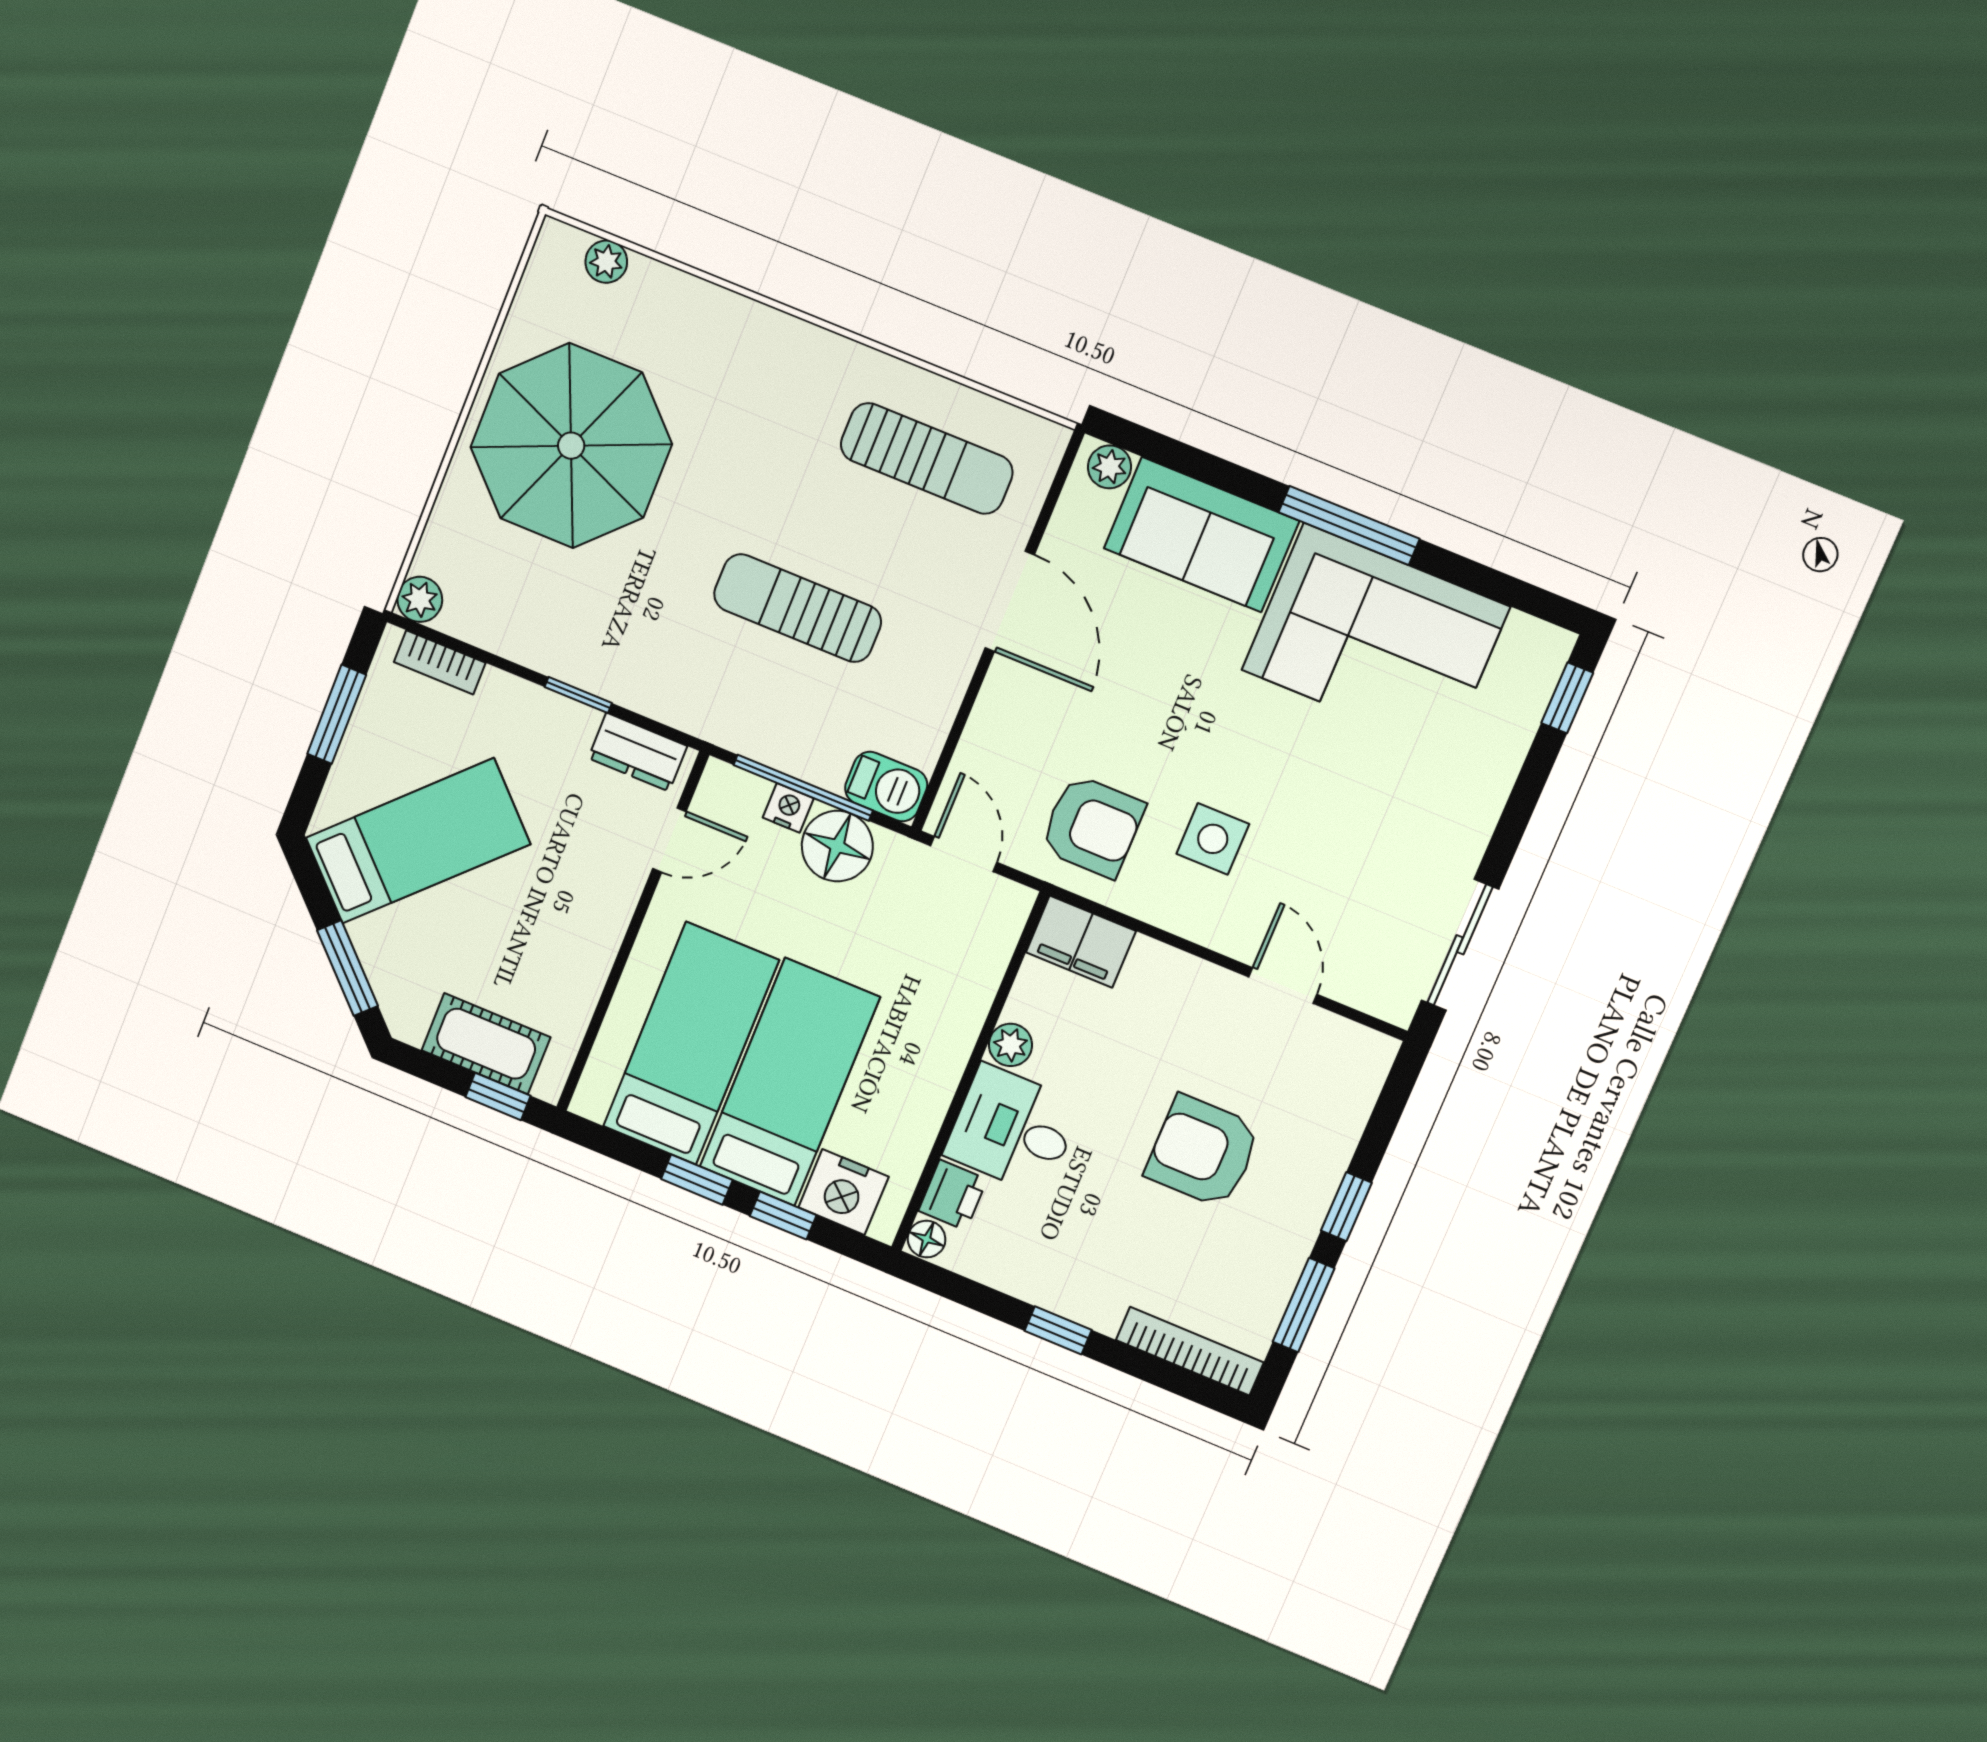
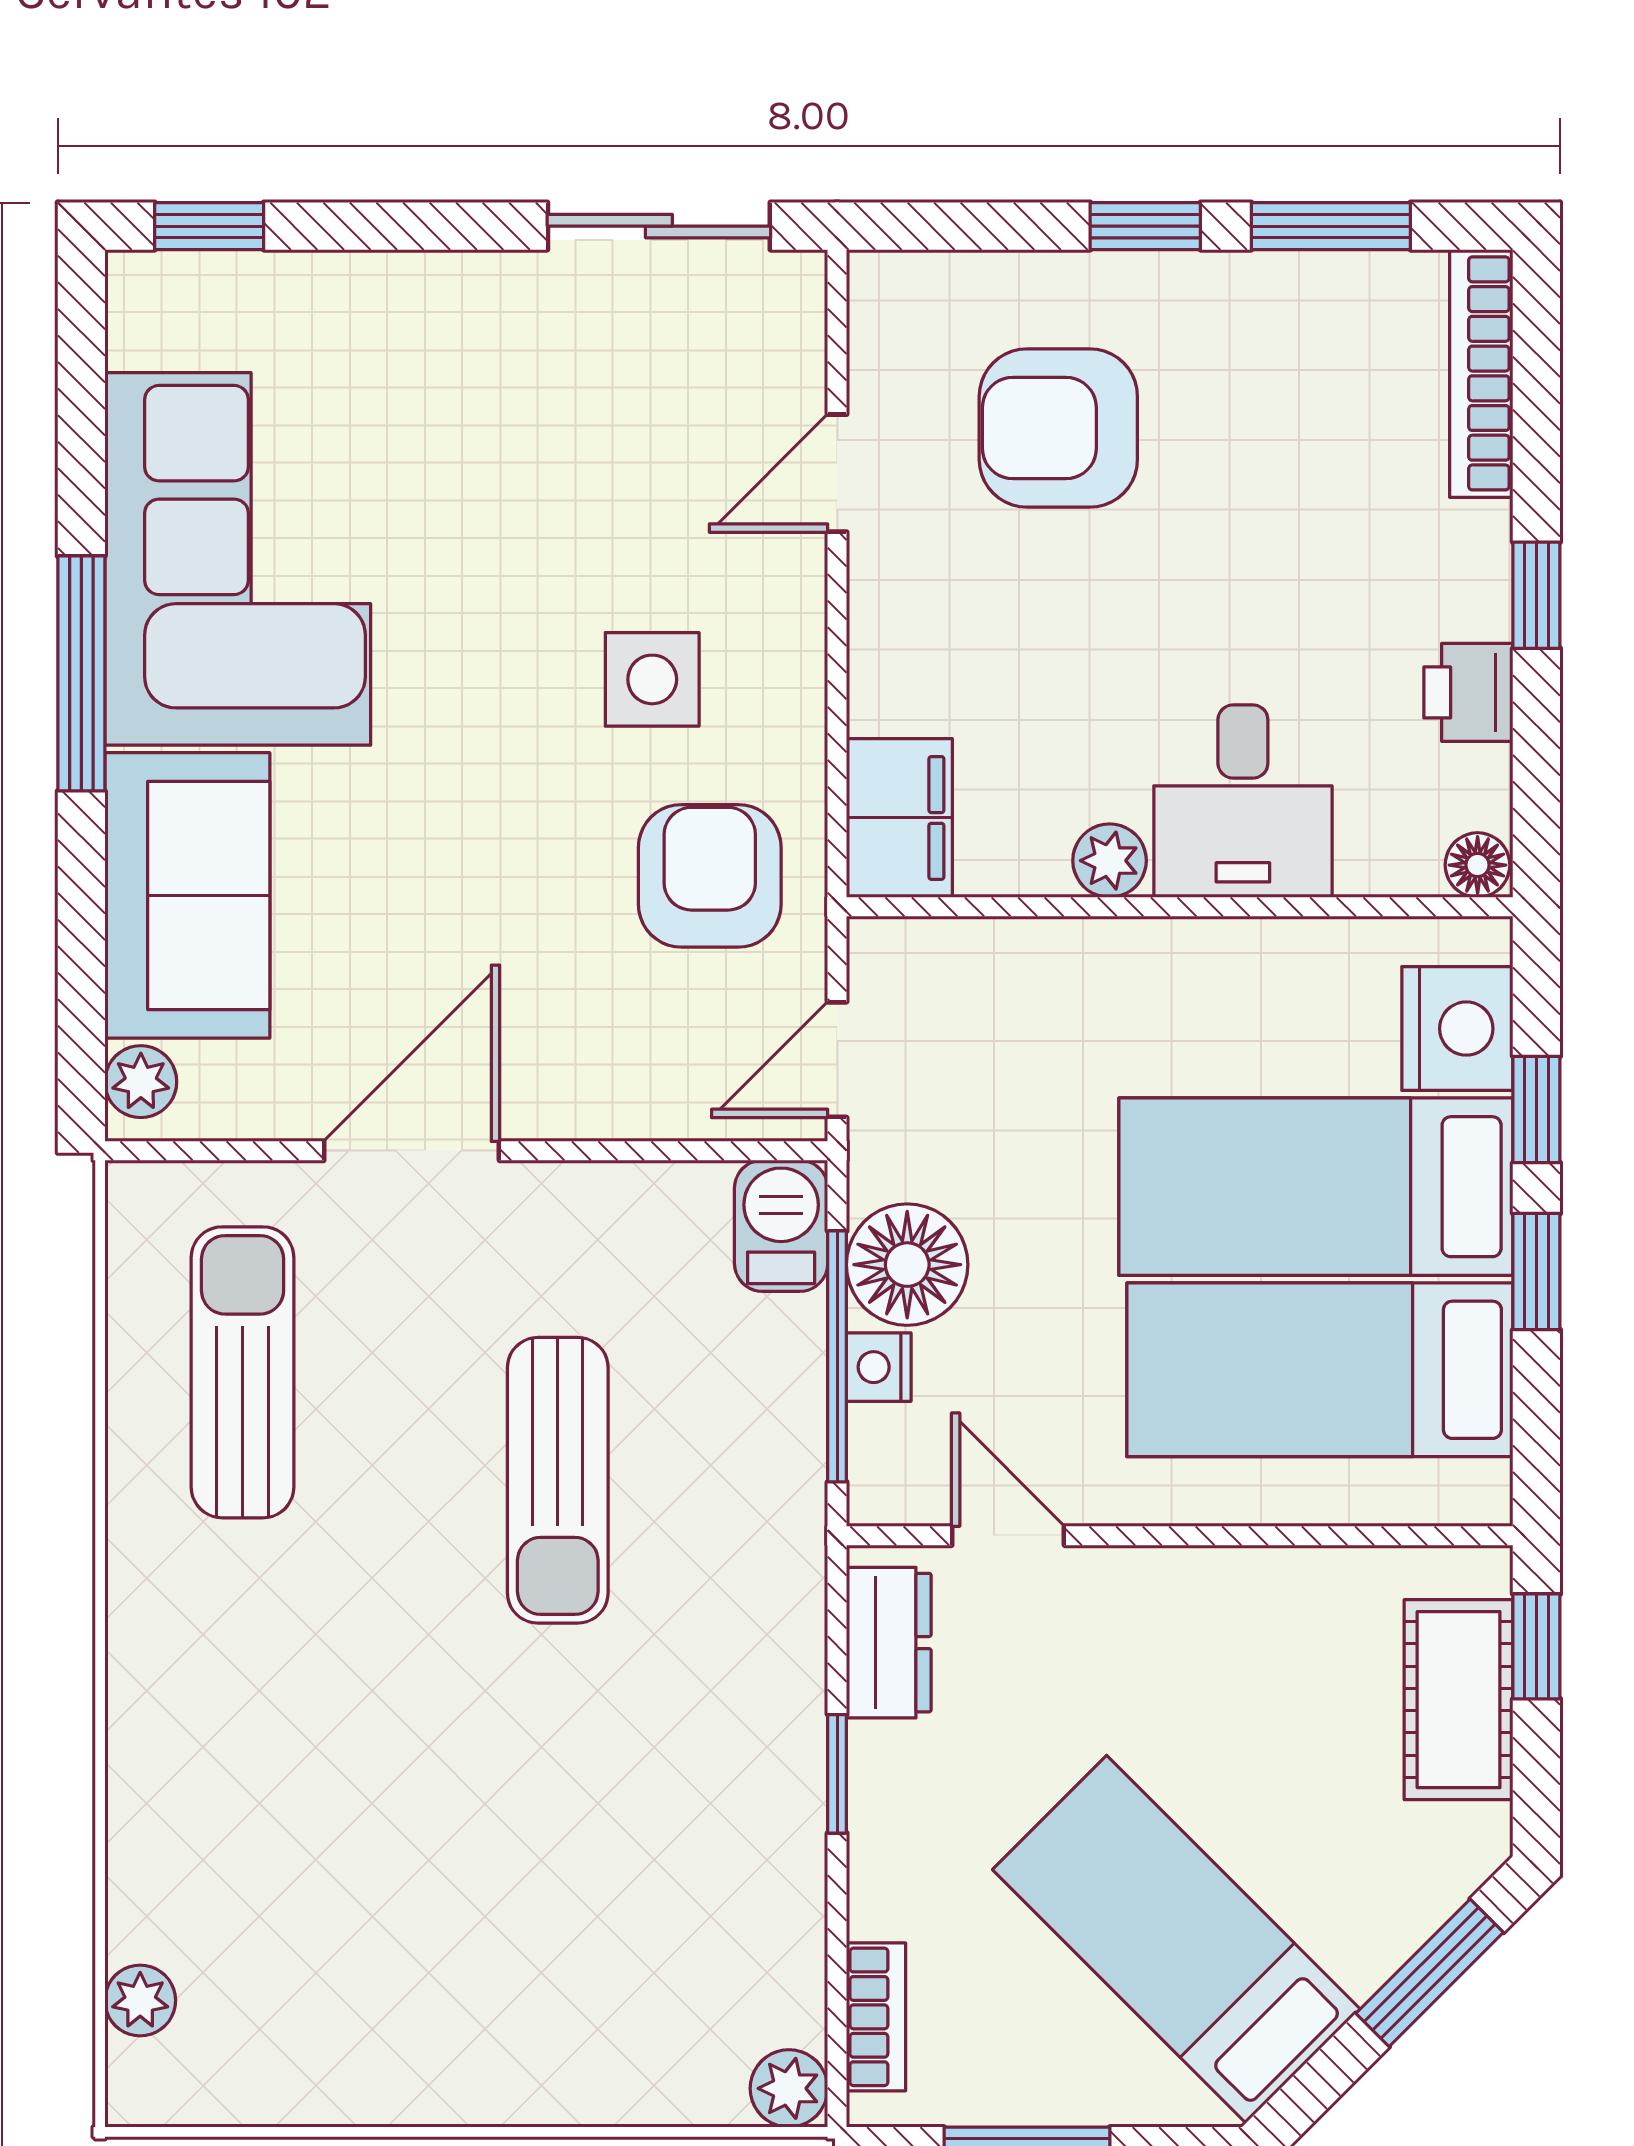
parasol: (571, 446) -> (449, 1942), removed
armchair: (1203, 1151) -> (1058, 428), moved, turned 90
printer: (953, 1195) -> (1468, 692), moved, turned -90

